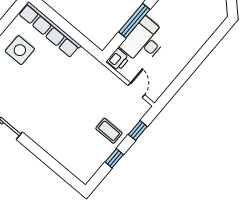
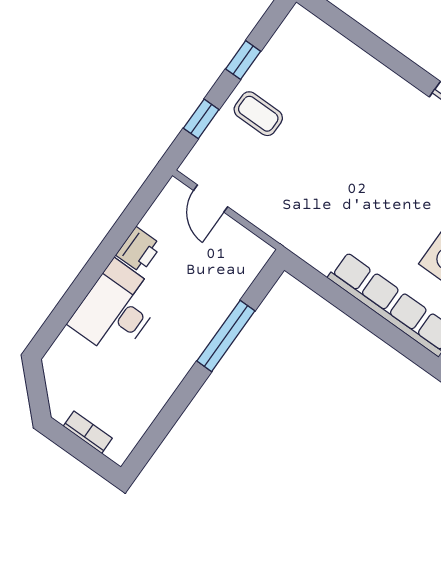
desk: (144, 41) -> (116, 309), moved, turned 180
printer: (118, 60) -> (139, 250), moved, turned 180

